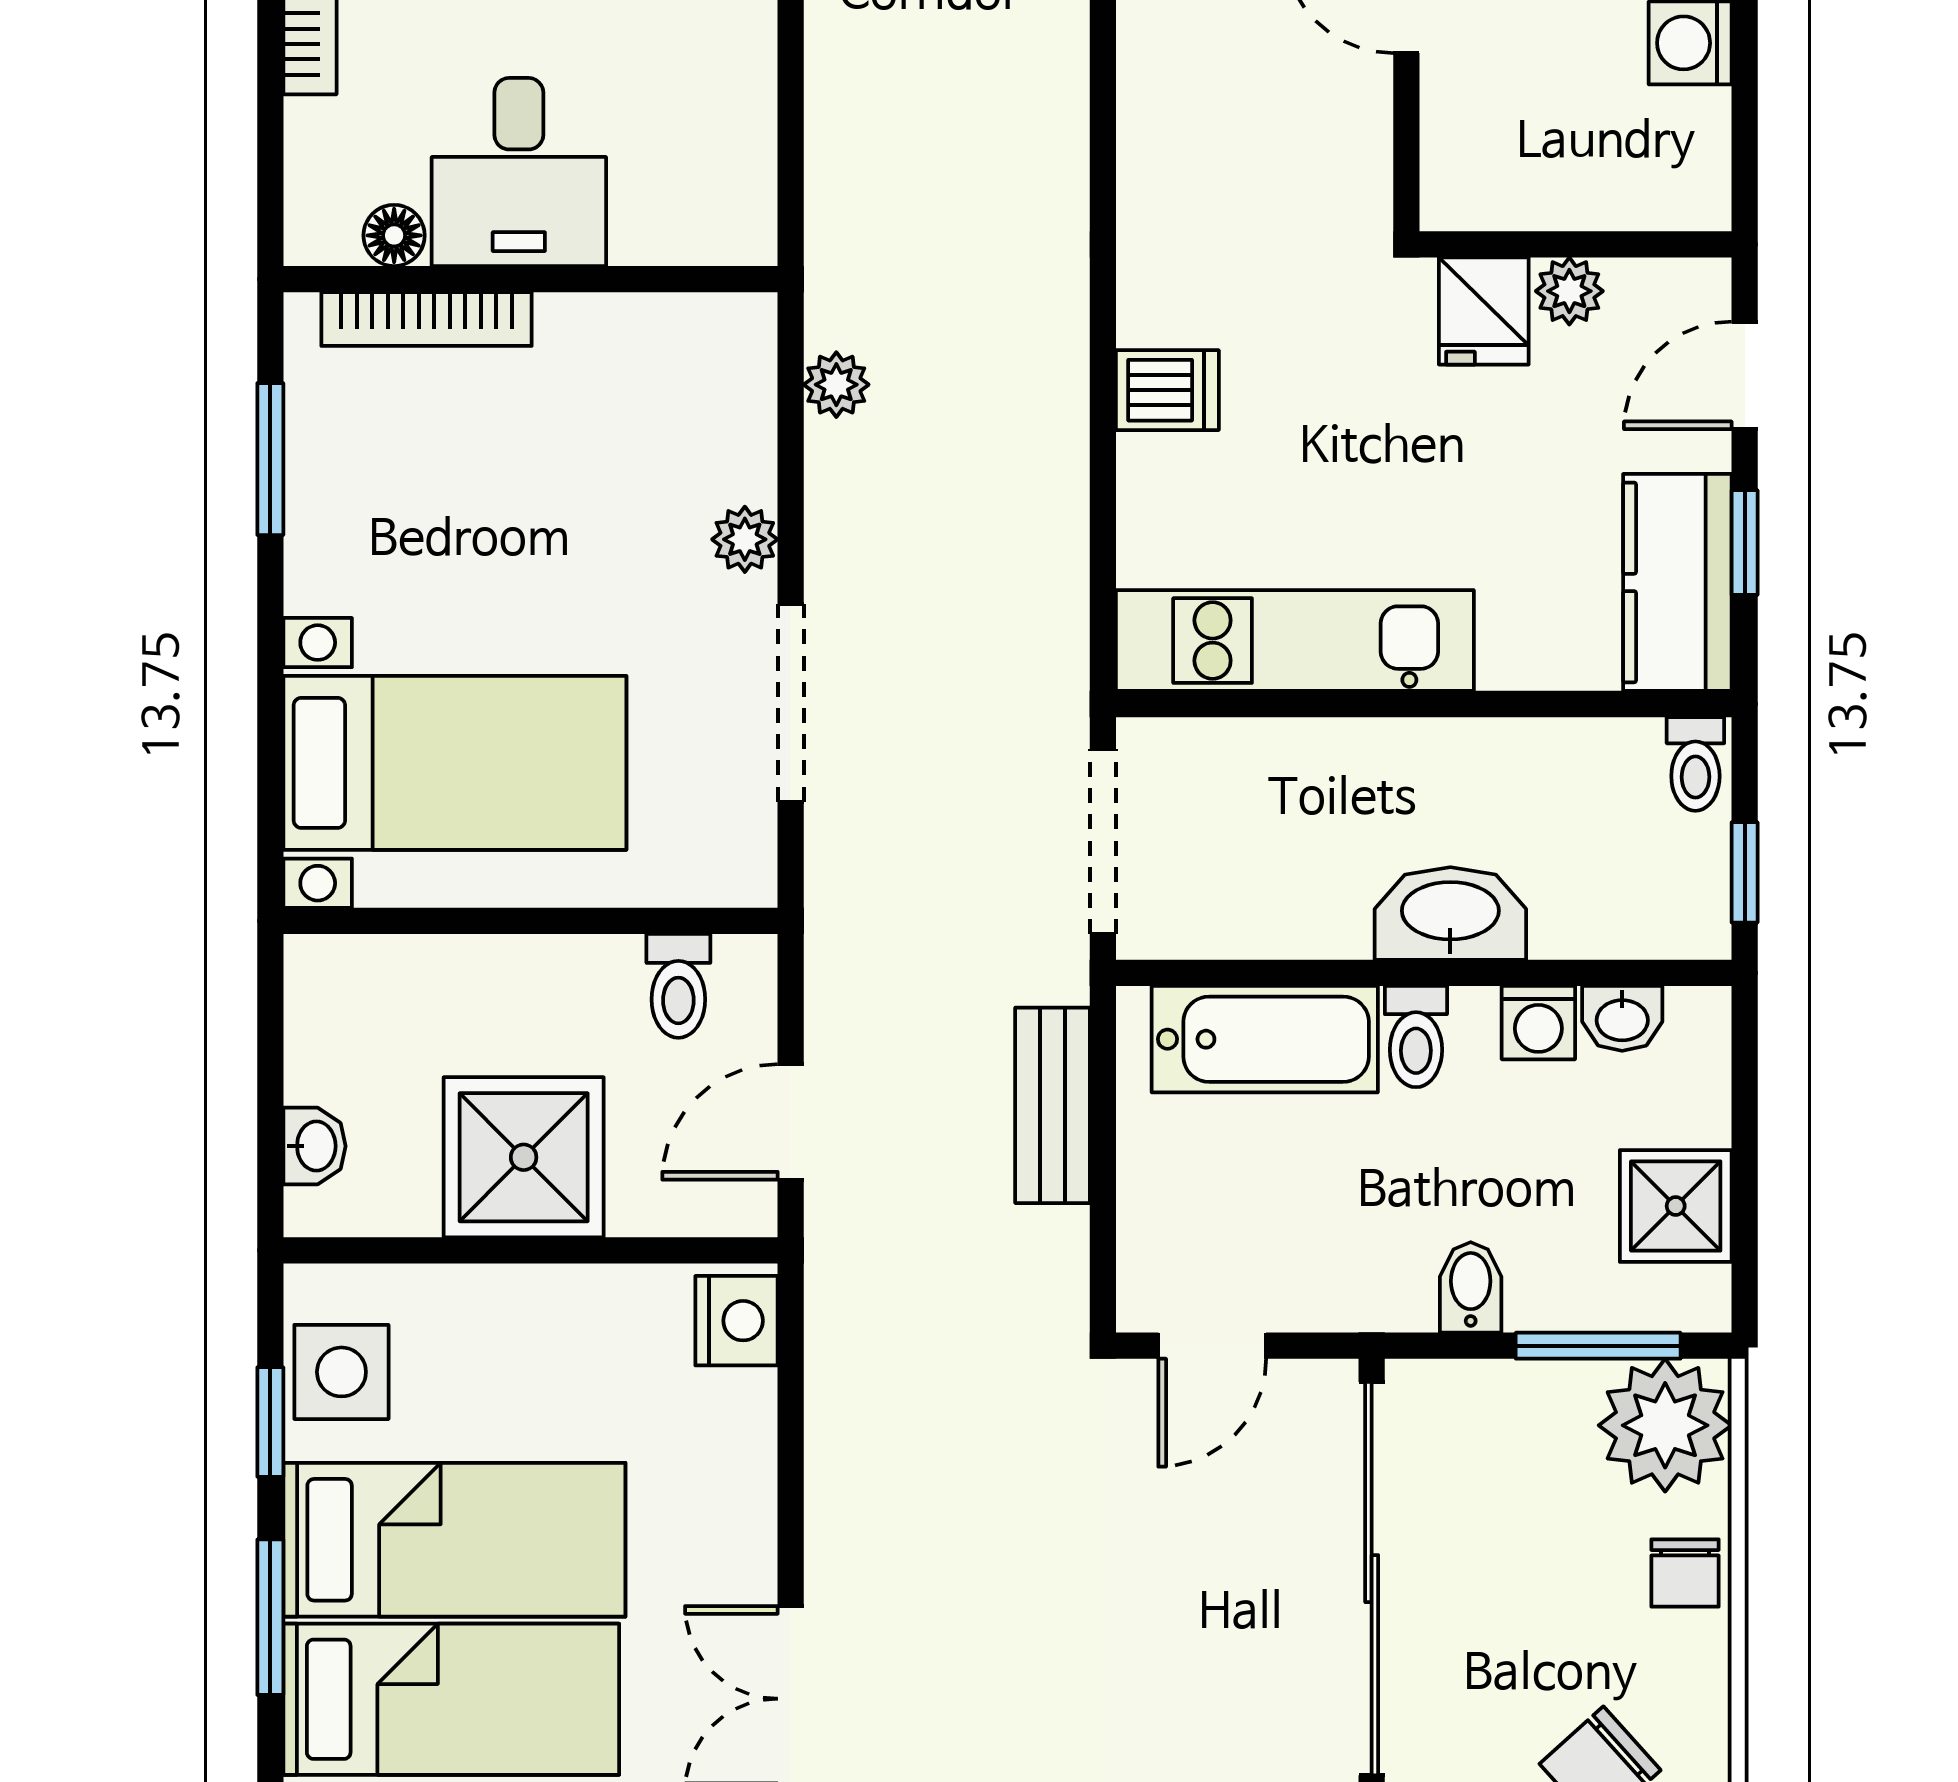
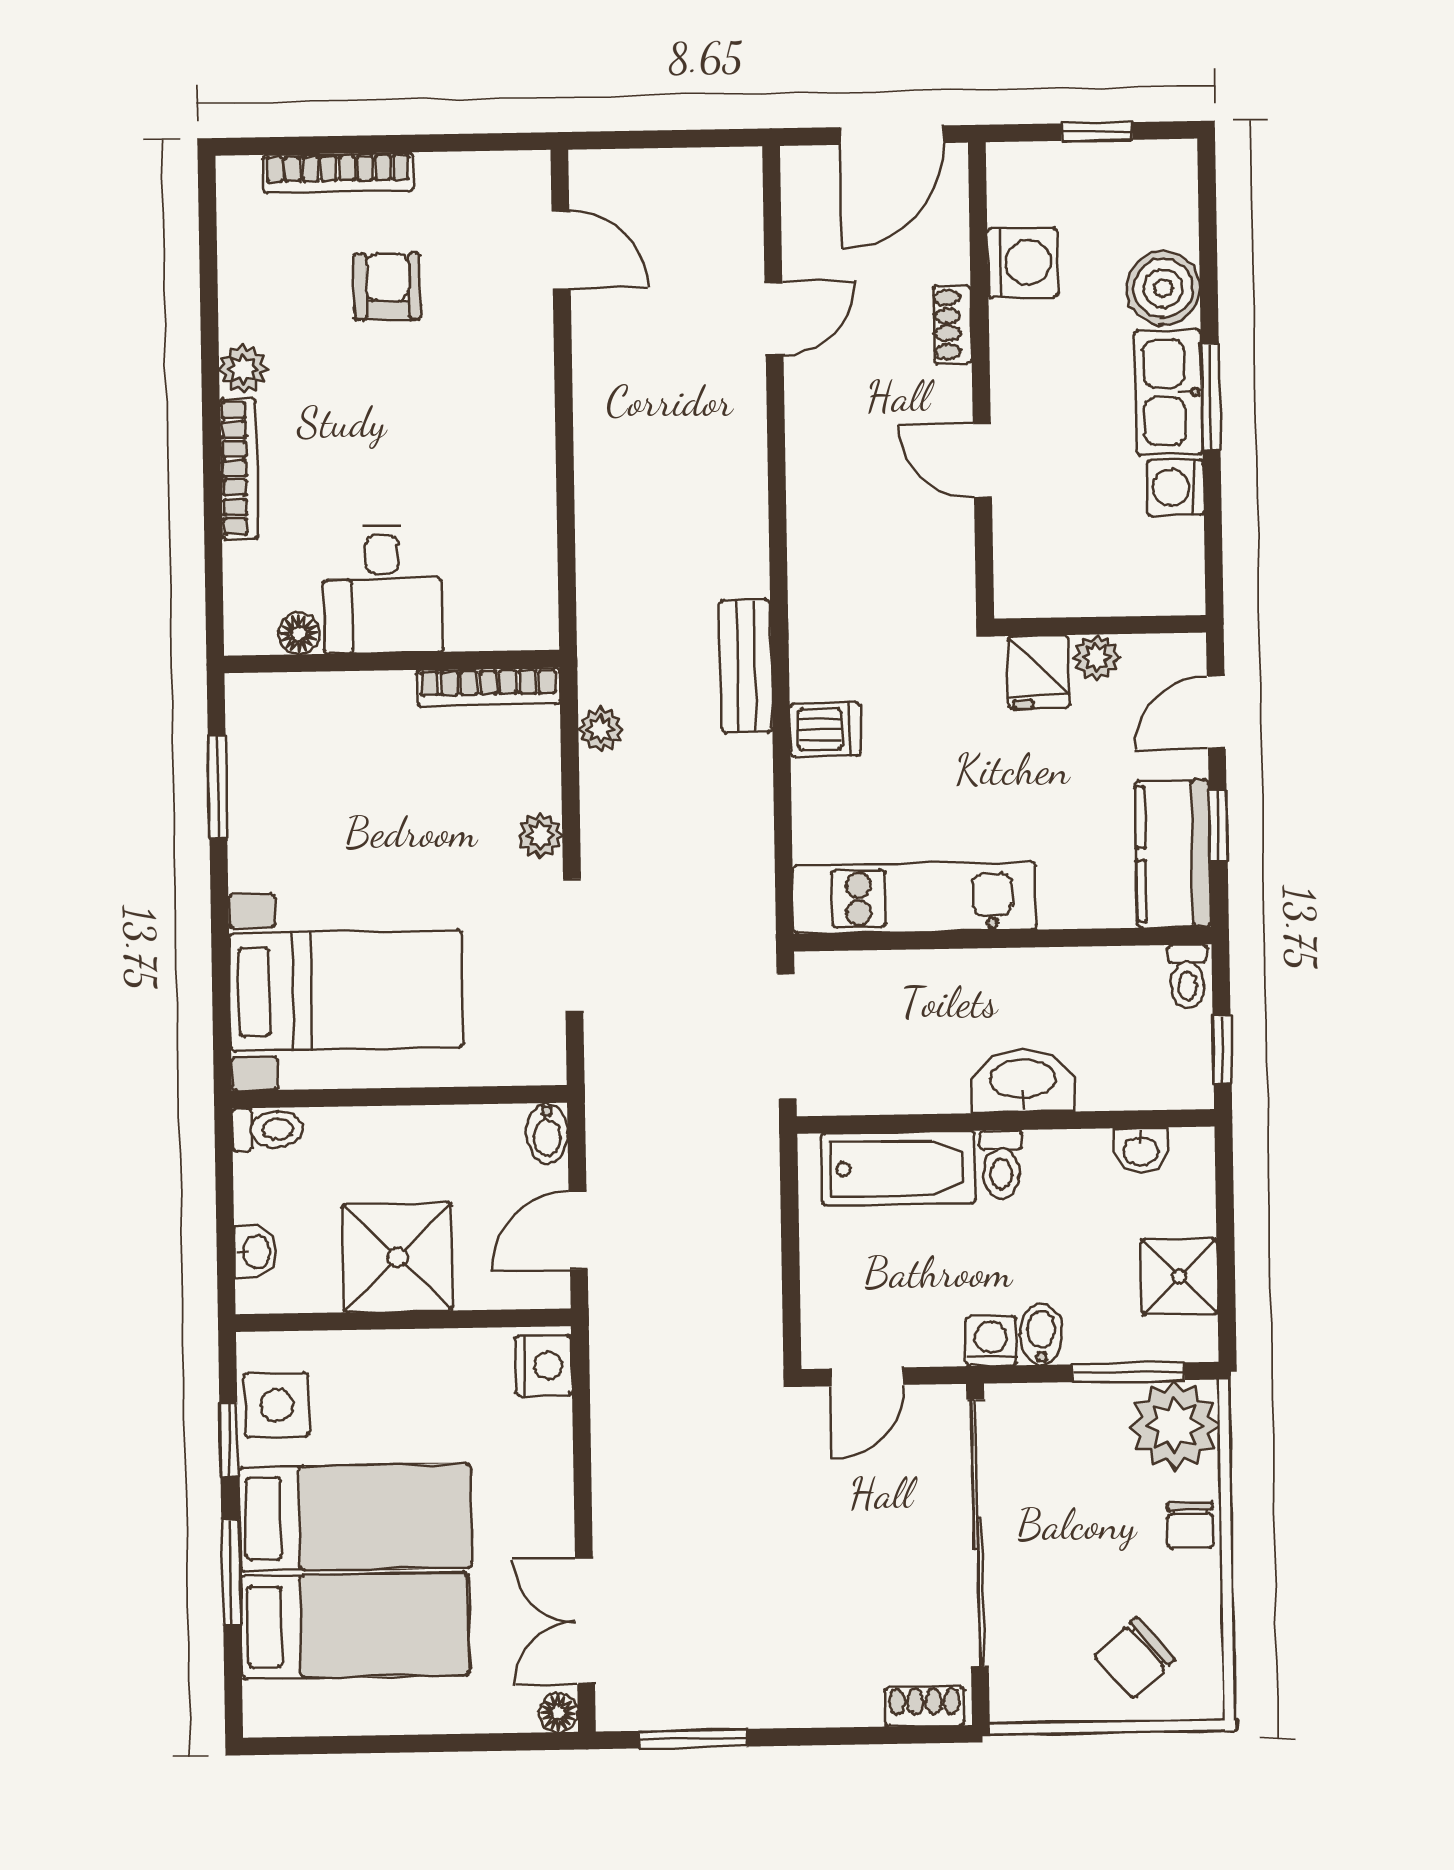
bookcase: (426, 319) -> (488, 687), moved
bidet: (747, 978) -> (547, 1133), added
toilet: (678, 986) -> (268, 1130), moved, turned -90
washing machine: (1538, 1023) -> (991, 1341), moved, turned 180
bench: (1053, 1105) -> (746, 666), moved

